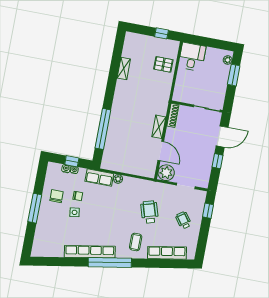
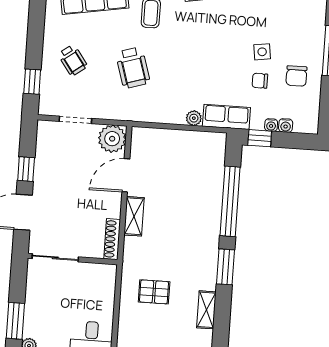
pallet: (163, 64) -> (154, 292), moved
window: (110, 92) -> (226, 267), added
door: (161, 151) -> (126, 175), hinge flipped
window: (72, 161) -> (260, 138), moved

